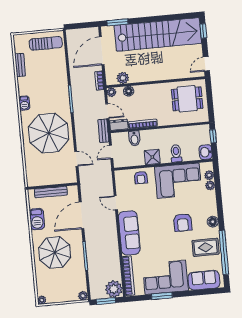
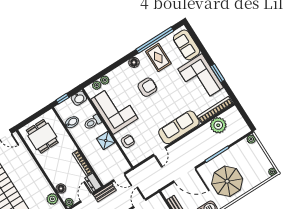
bidet: (134, 139) -> (72, 122), moved
plant: (114, 289) -> (218, 125), moved
window: (106, 301) -> (246, 118), removed

